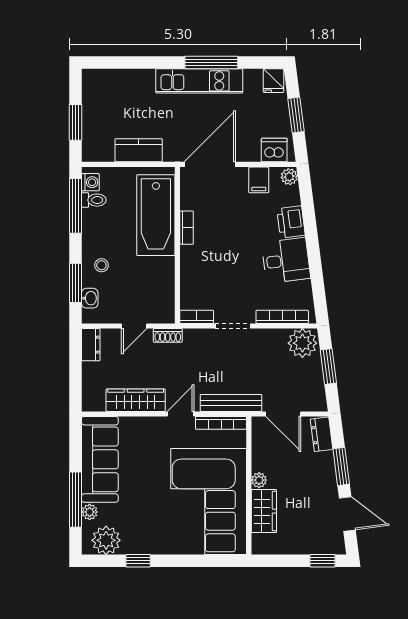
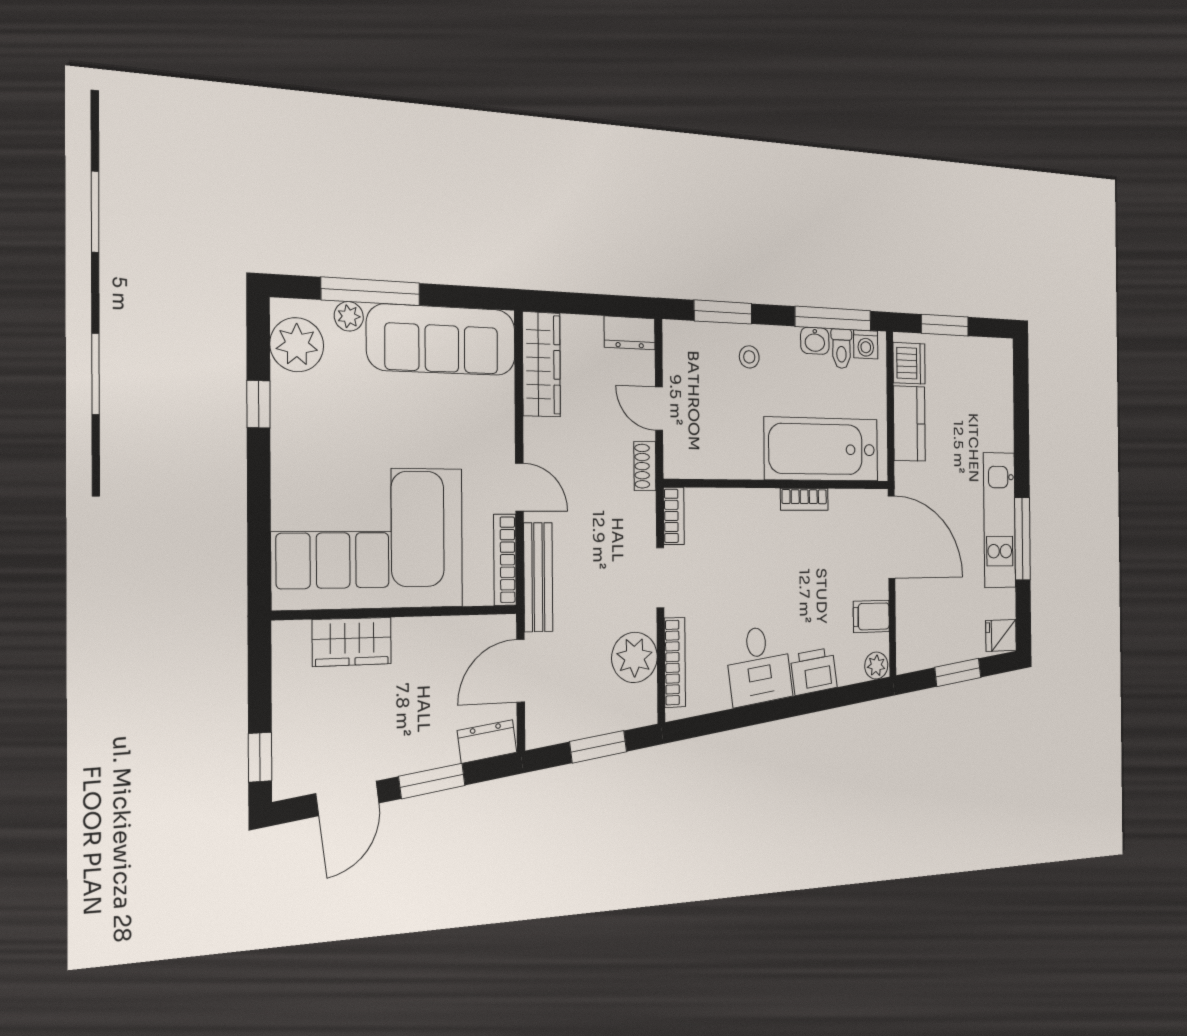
dishwasher: (274, 150) -> (909, 363), moved
washbasin: (90, 298) -> (815, 341), moved
plant: (302, 343) -> (635, 657), moved
wardrobe: (136, 400) -> (541, 364), moved
plant: (259, 480) -> (407, 631), removed

